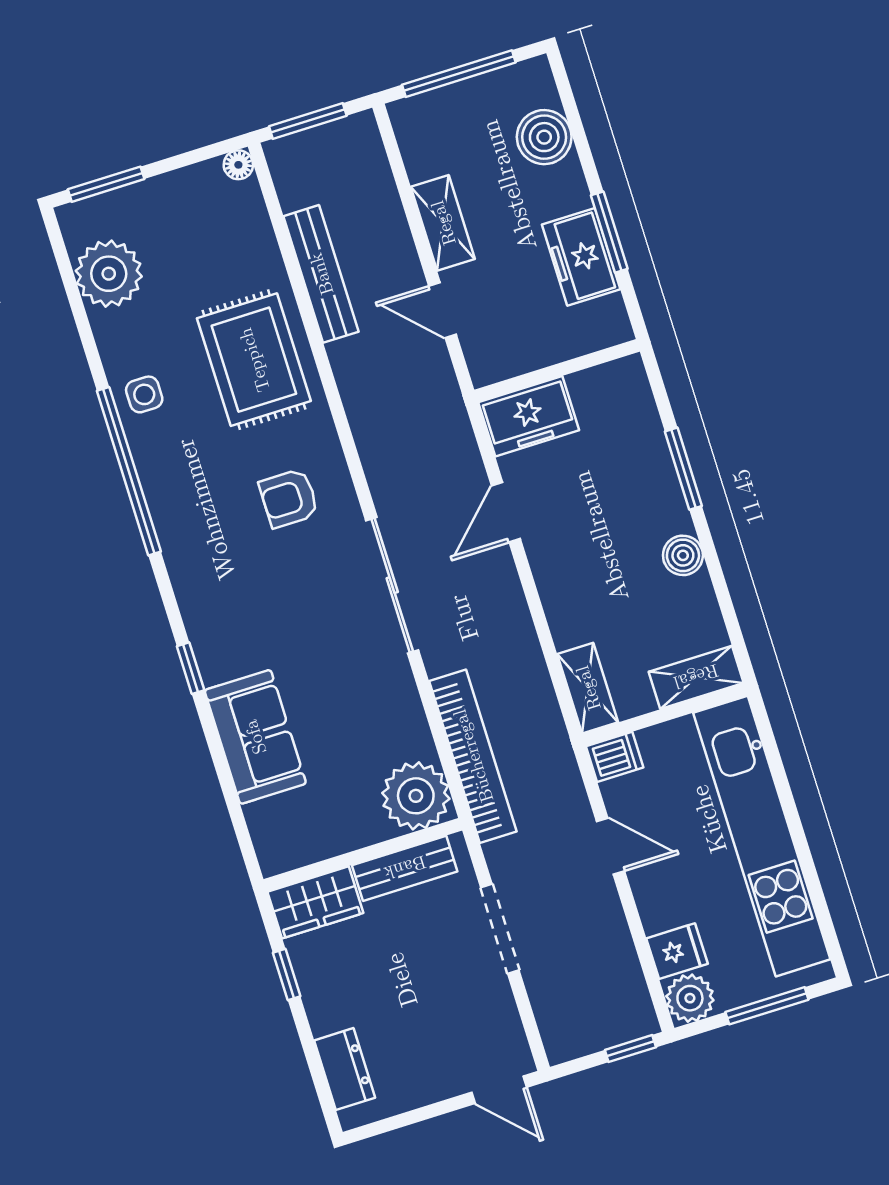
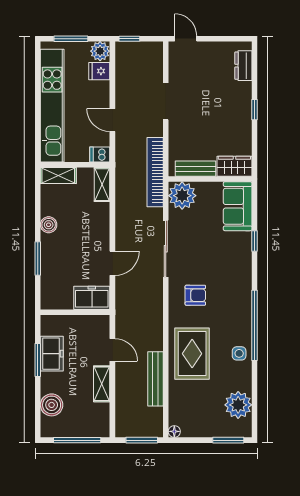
plant: (416, 796) -> (182, 196), moved
wall: (363, 855) -> (210, 179), moved
bench: (405, 868) -> (195, 169), moved
wardrobe: (315, 902) -> (234, 166), moved

